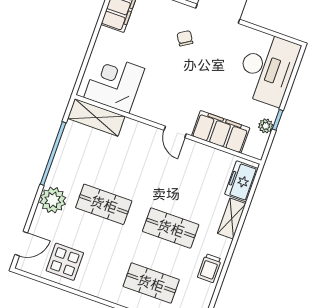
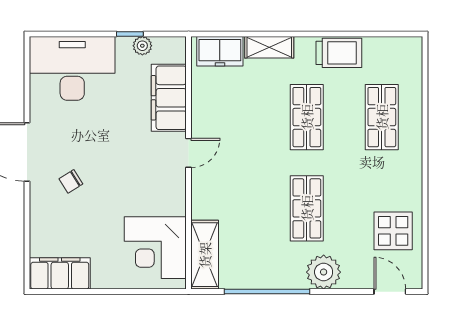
trolley: (209, 268) -> (339, 53), width x1.36, depth x1.39

